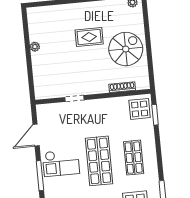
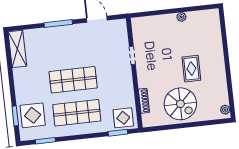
shop shelf: (134, 158) -> (77, 113), width x1.43, depth x1.36
checkout: (61, 163) -> (71, 43), removed

